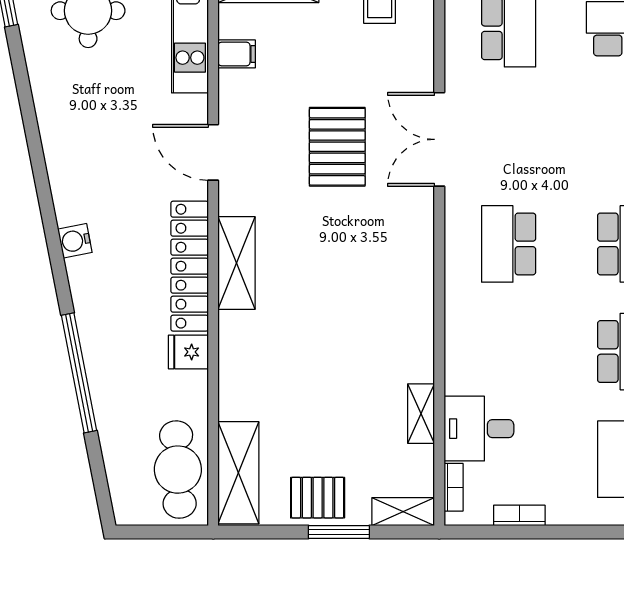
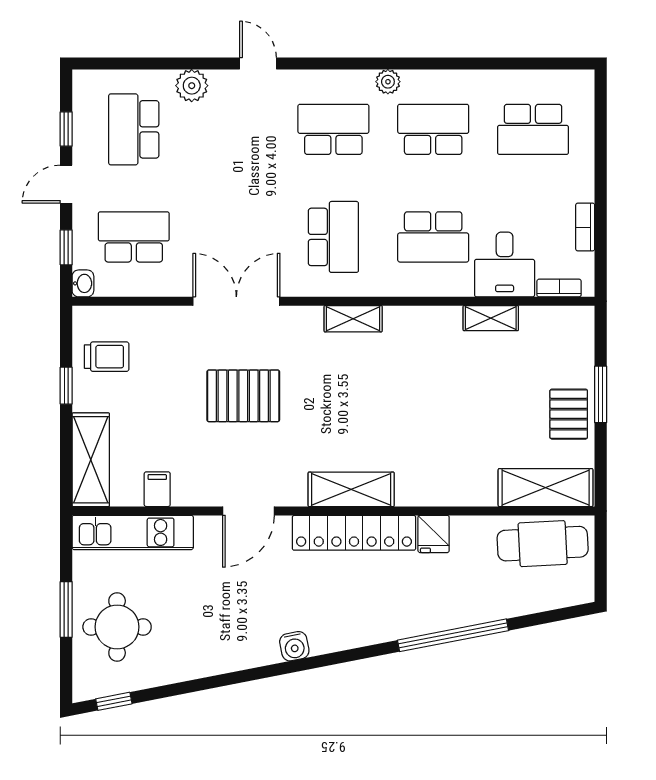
double door: (439, 139) -> (236, 301), swing flipped
water cooler: (75, 241) -> (294, 646), moved
school desk: (509, 244) -> (333, 237), turned -90
school desk: (509, 352) -> (433, 237), added
shelving: (403, 512) -> (353, 319), moved, turned 90

